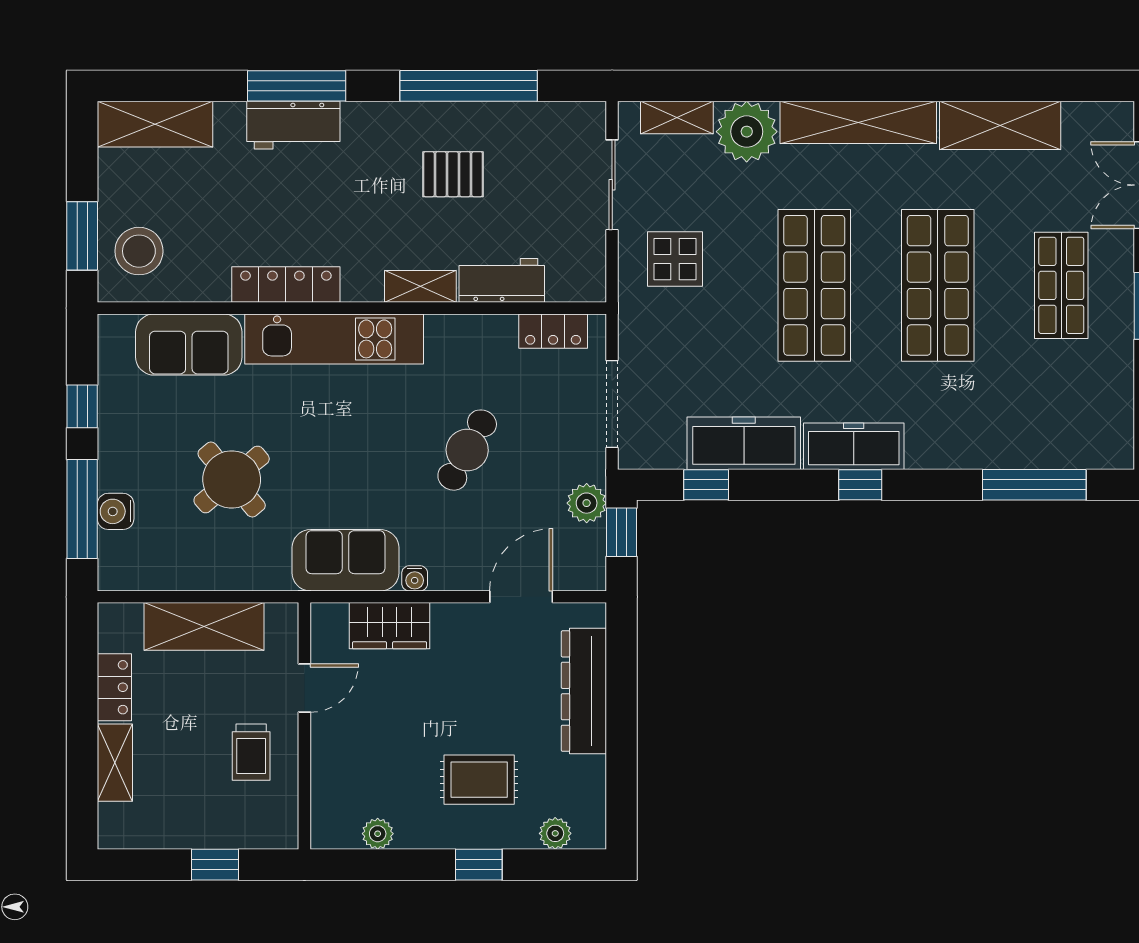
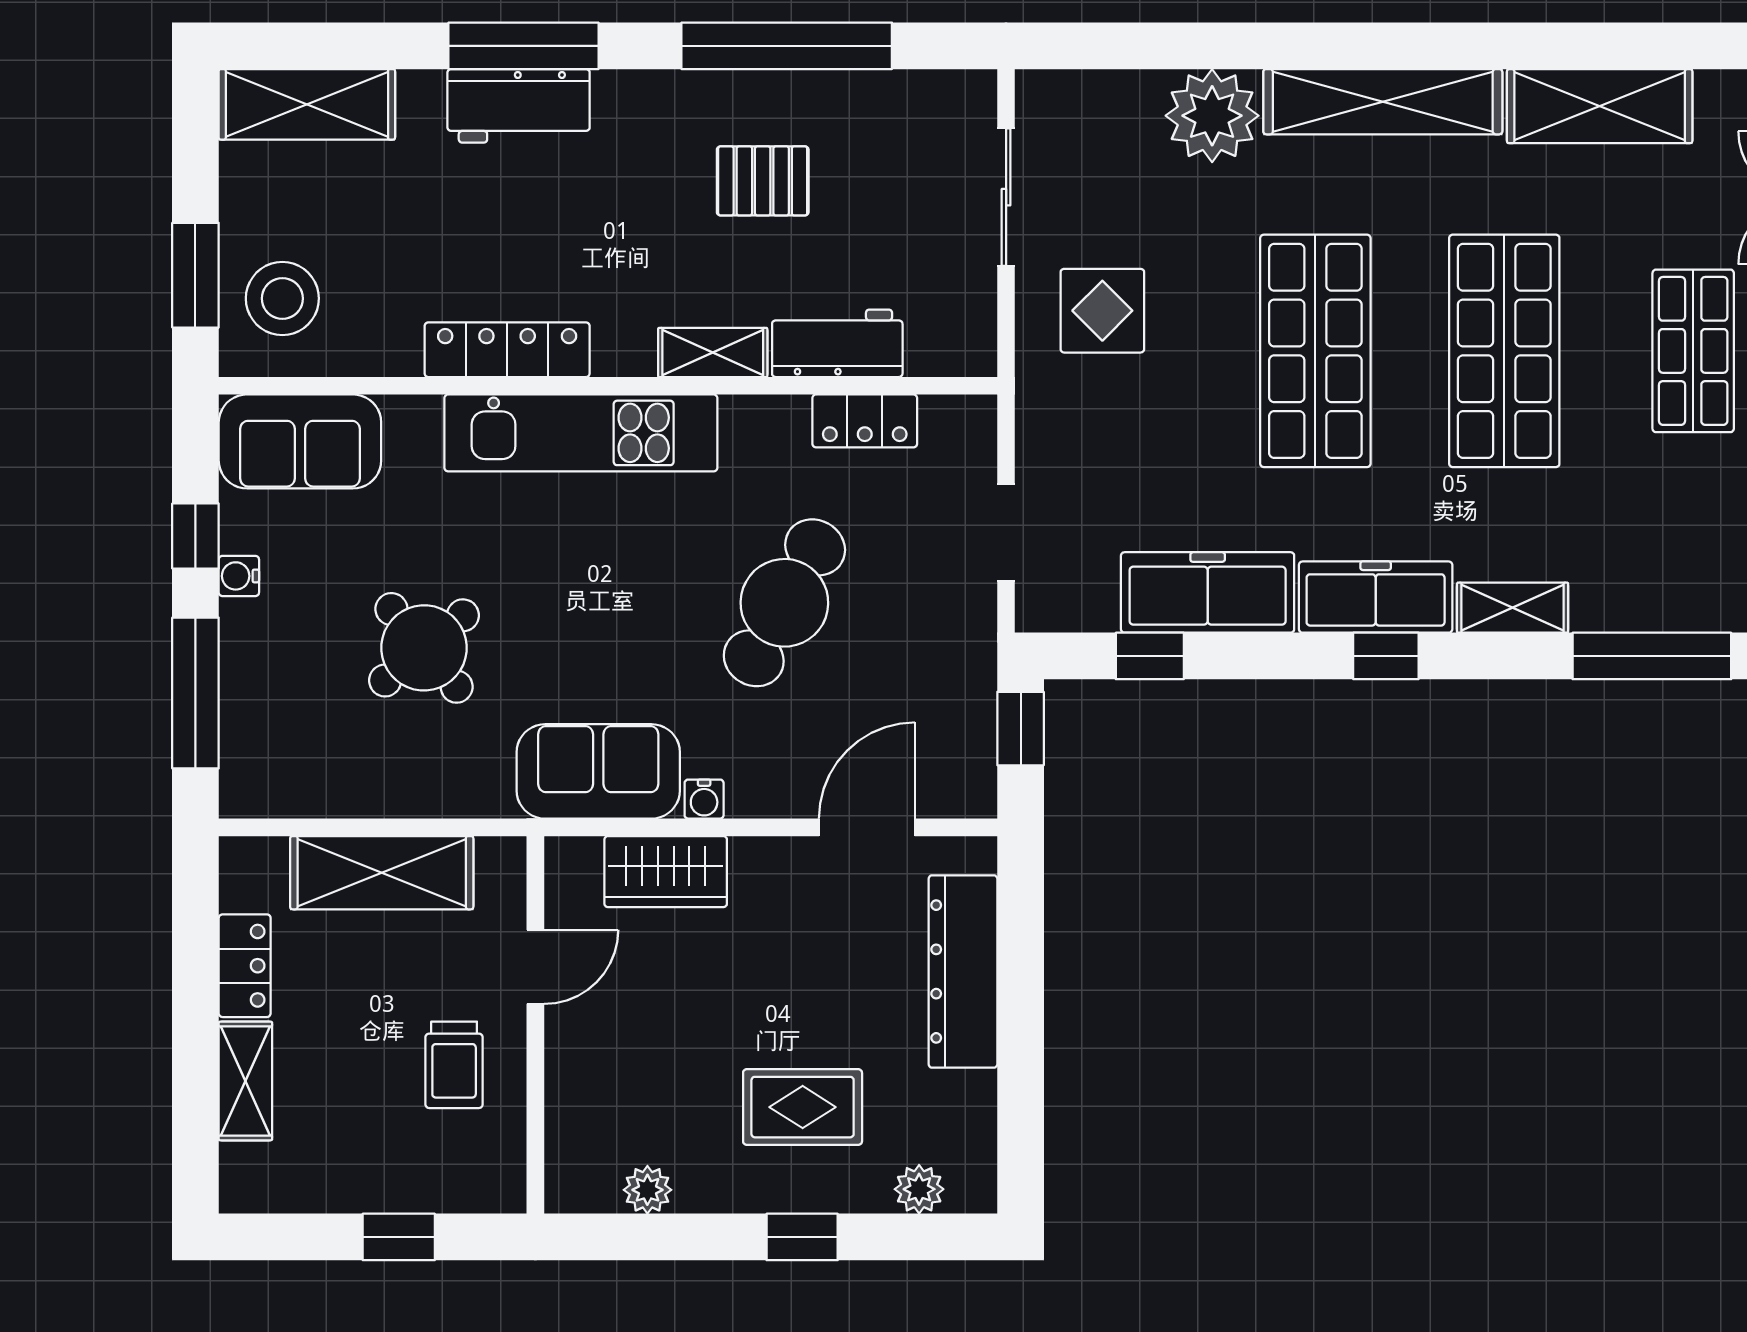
shelving: (677, 117) -> (1513, 608), moved
locker: (553, 331) -> (865, 421), moved
sofa: (189, 345) -> (300, 441), moved
doorway: (612, 404) -> (1006, 532), width x0.73
cafe table: (467, 450) -> (784, 603), width x1.37, depth x1.35
plant: (587, 503) -> (967, 684), removed
water cooler: (116, 511) -> (239, 576), moved, width x0.72, depth x0.72

